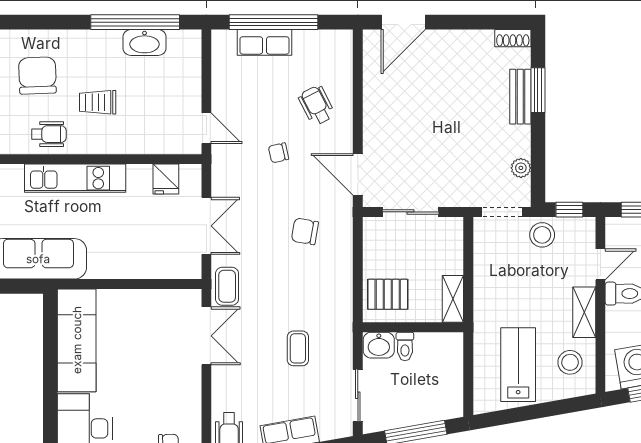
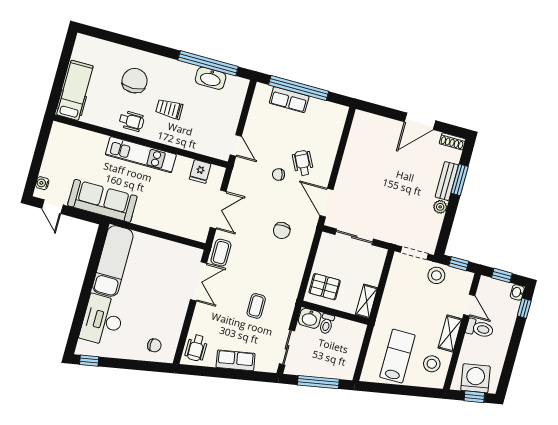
door: (403, 22) -> (420, 121), moved
wheelchair: (317, 105) -> (303, 163), moved
plant: (521, 168) -> (440, 207), moved
chair: (305, 231) -> (282, 231), turned -100
door: (600, 264) -> (469, 305), hinge flipped

